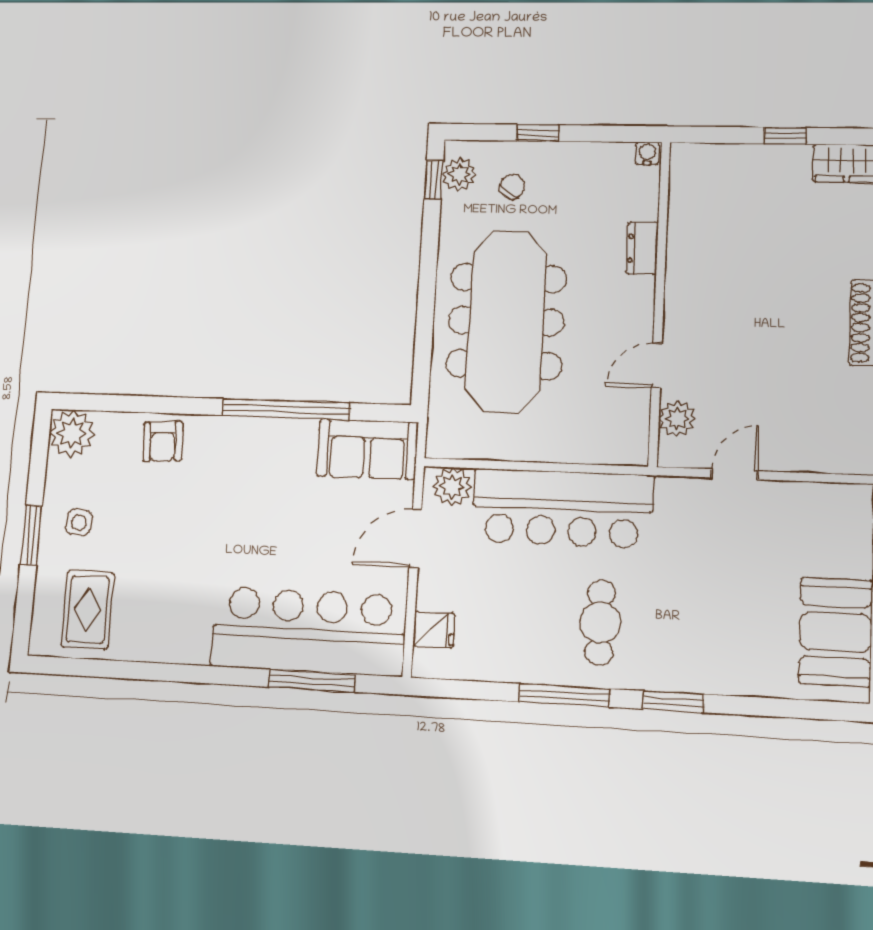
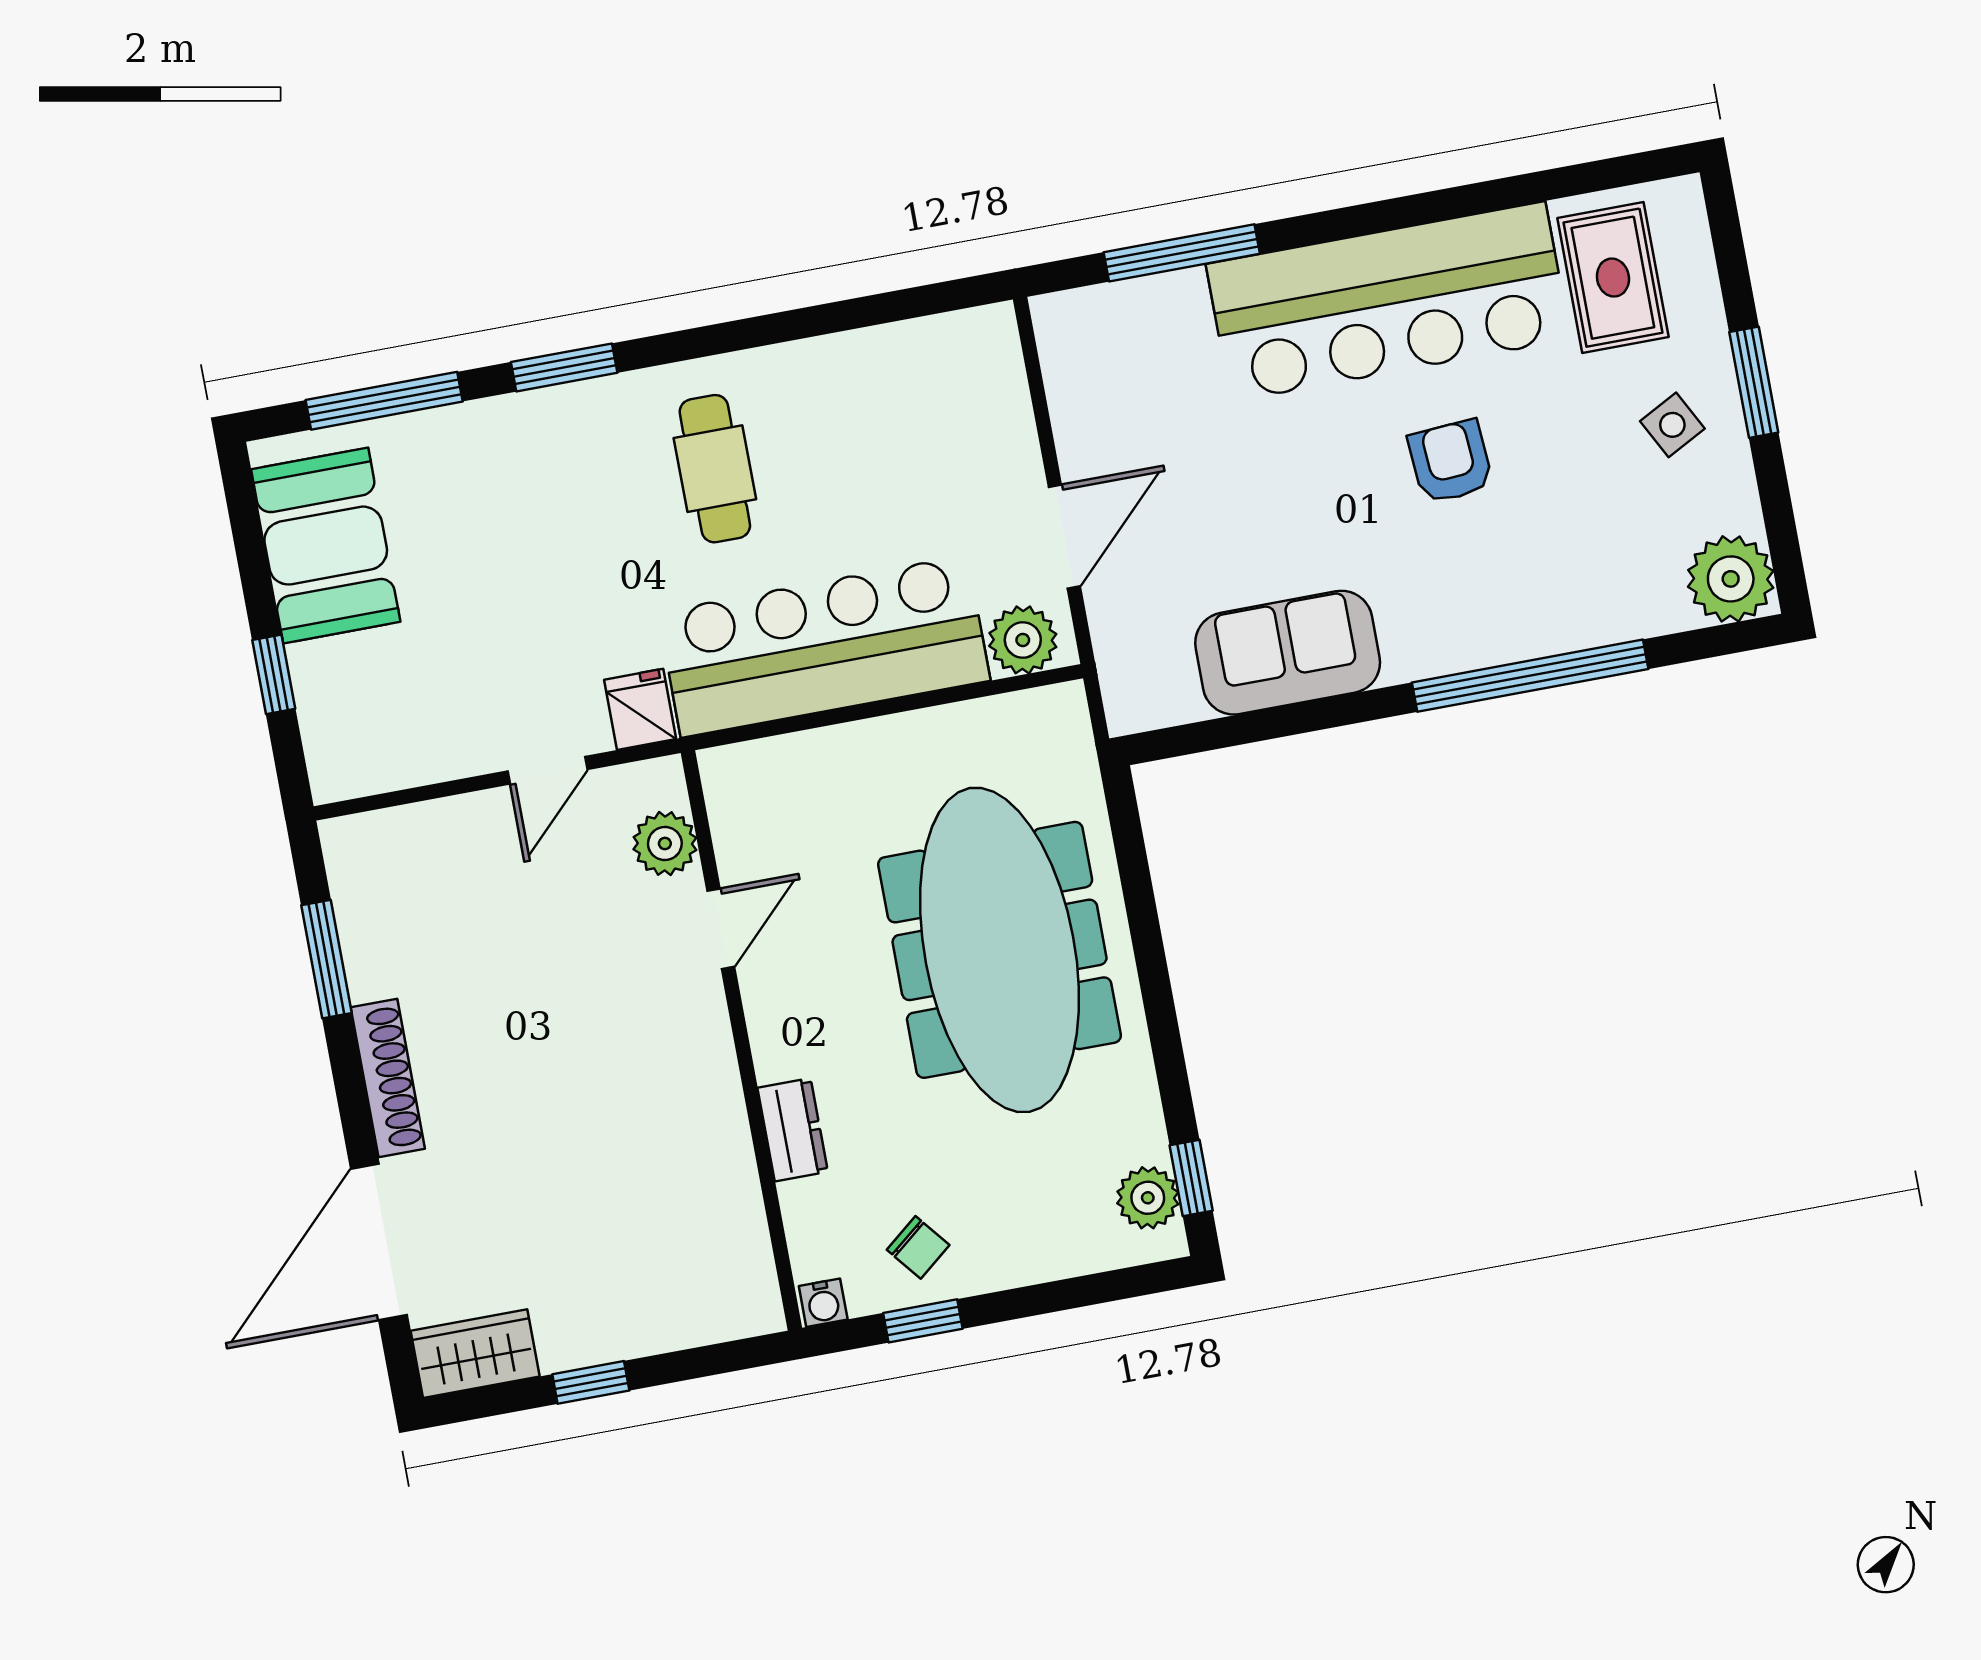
window: (538, 133) -> (923, 1321), moved
chair: (512, 186) -> (918, 1247), moved, turned -73
window: (286, 409) -> (1530, 676), moved
armchair: (163, 441) -> (1450, 462), moved
sofa: (367, 449) -> (1288, 653), moved
side table: (79, 522) -> (1672, 425), turned -35
fridge: (434, 630) -> (640, 709), moved, turned 90
bar counter: (308, 631) -> (1388, 302), moved
window: (564, 695) -> (384, 401), moved

